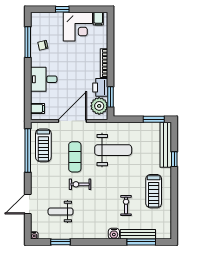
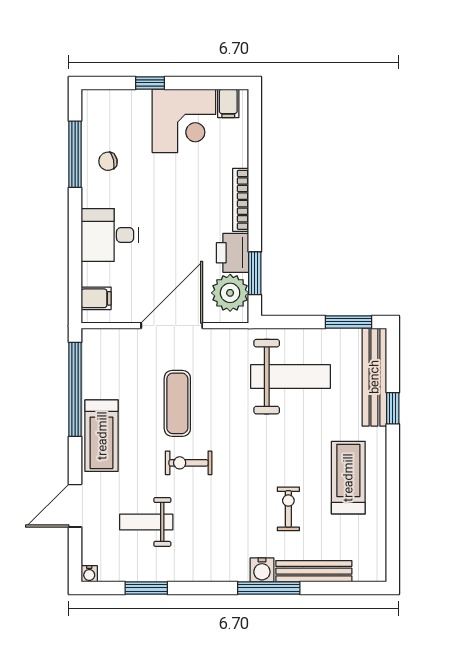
treadmill: (43, 145) -> (102, 436), moved
weight bench: (113, 150) -> (291, 377), moved
treadmill: (154, 191) -> (348, 478), turned 180
window: (141, 242) -> (269, 588), moved

